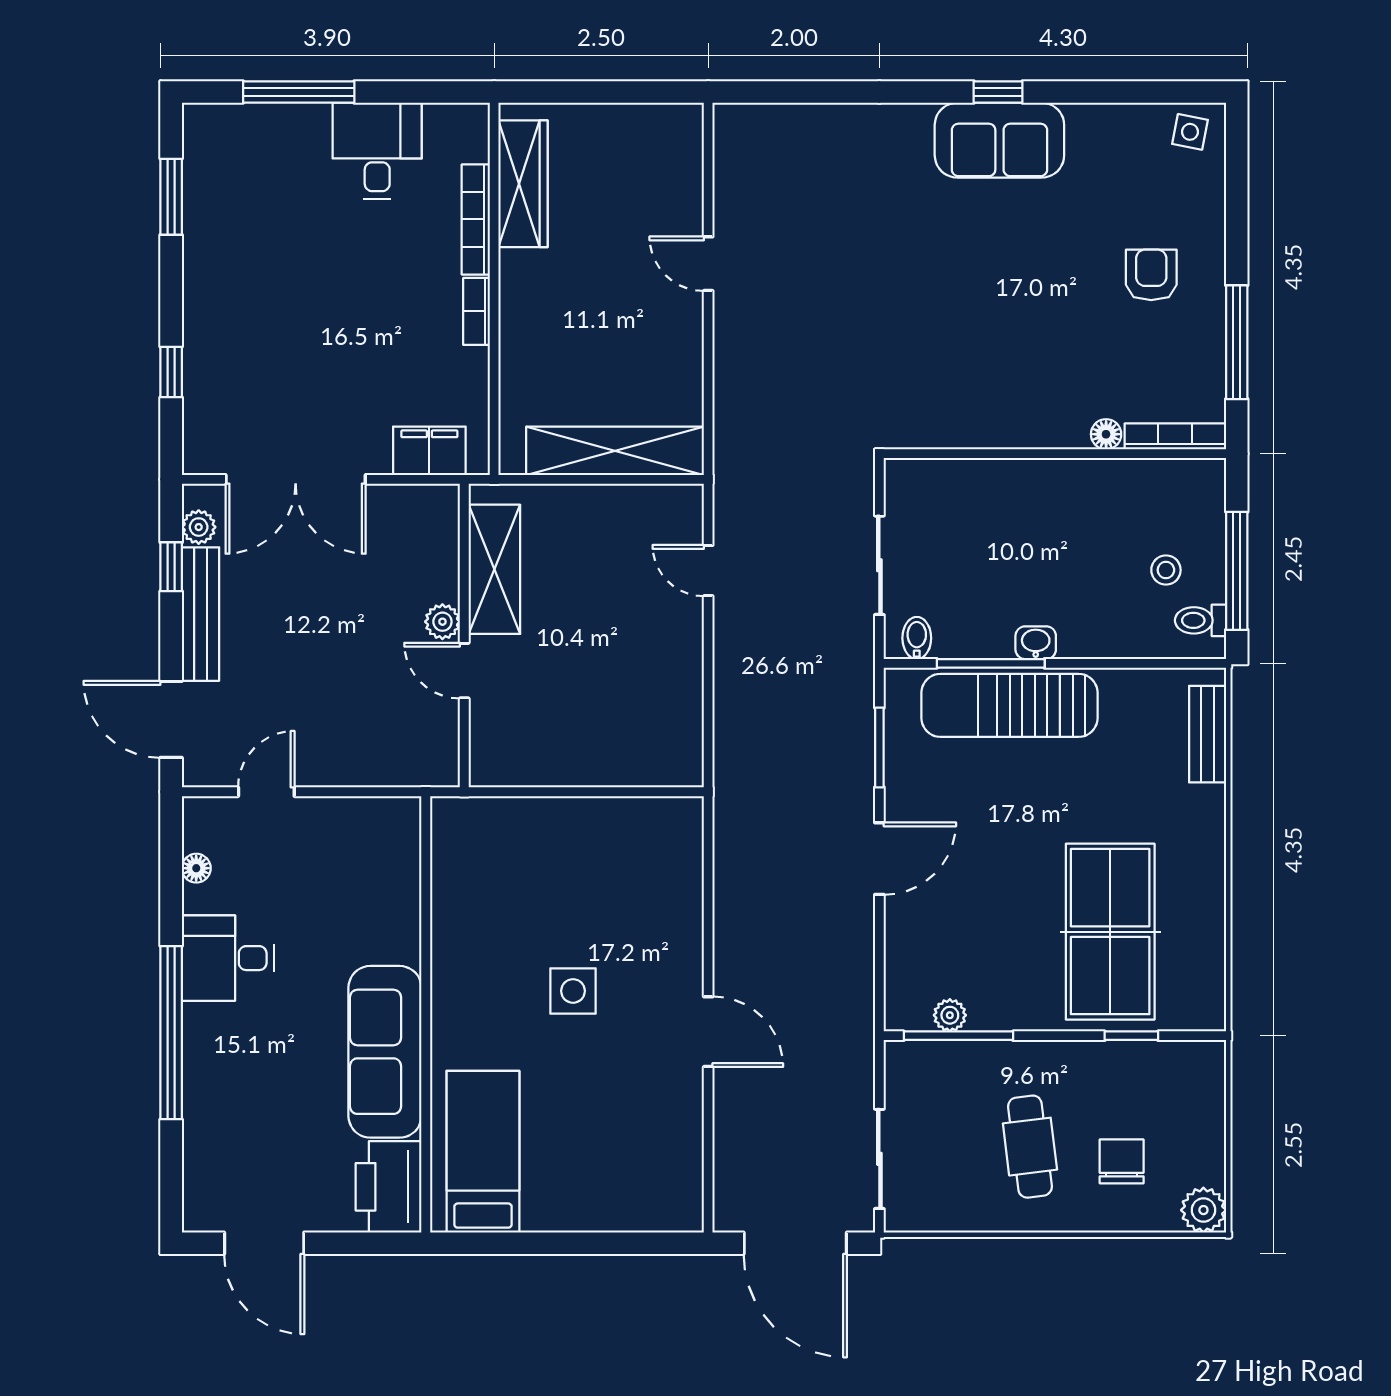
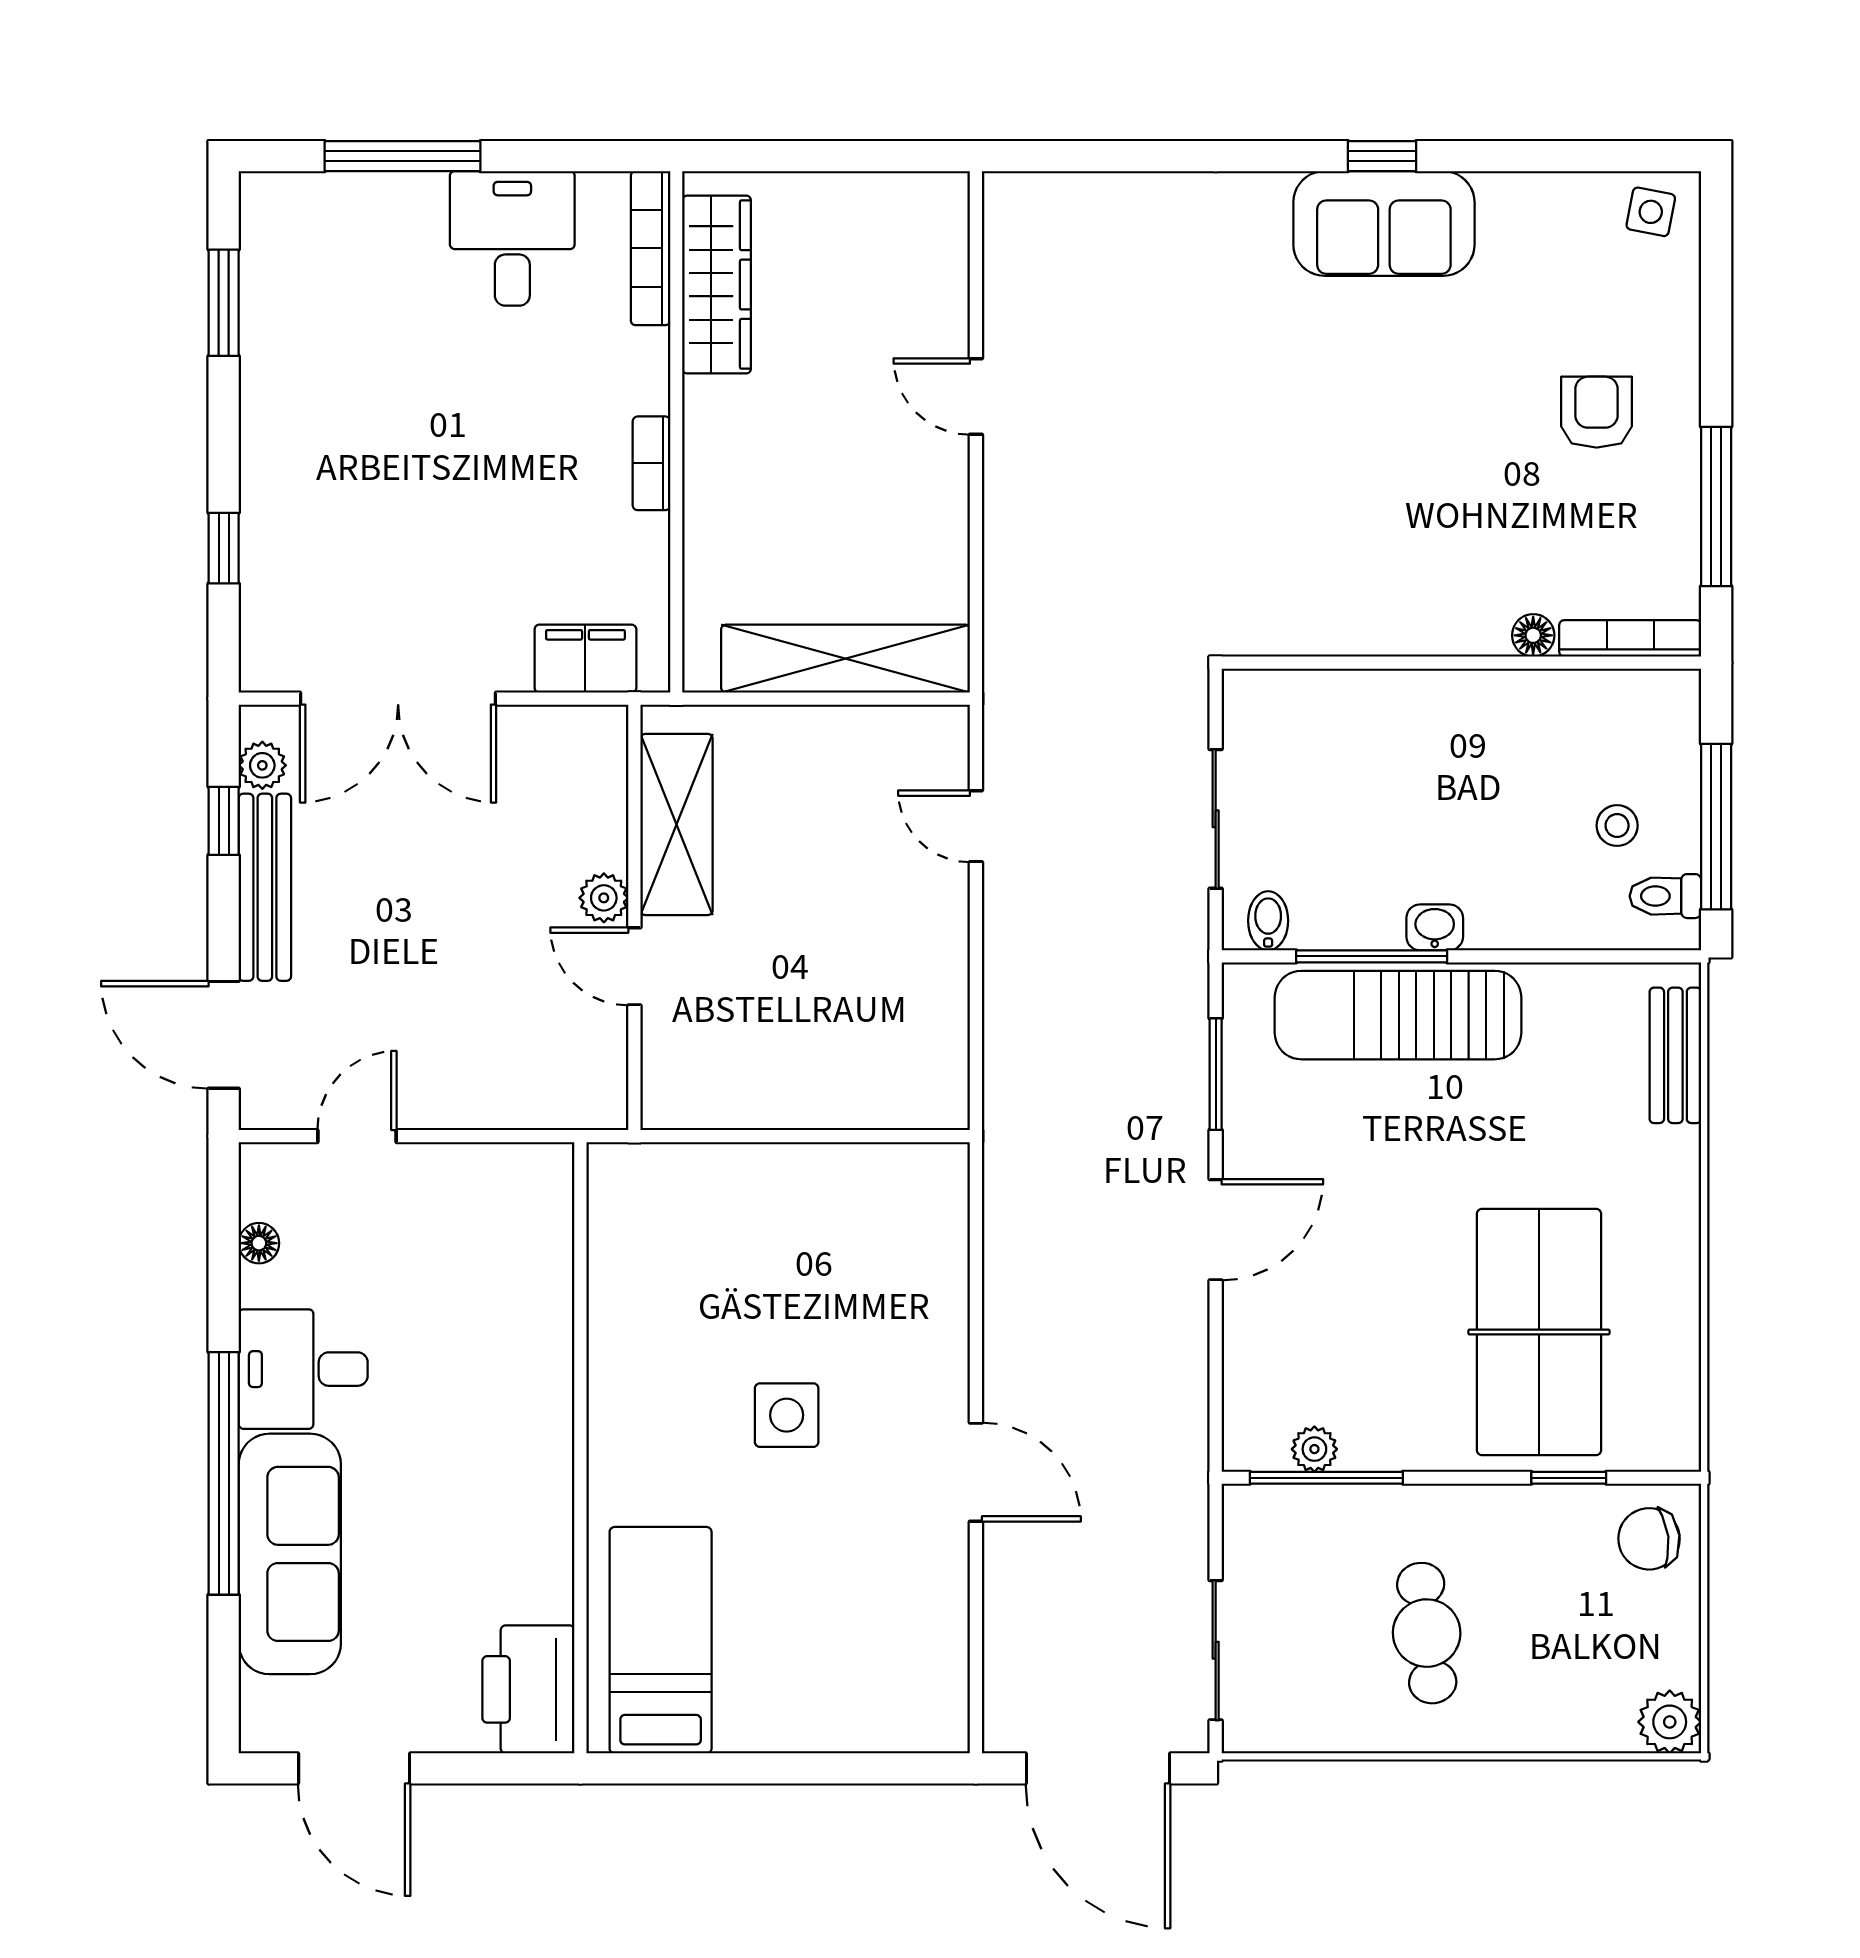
bookcase: (476, 219) -> (651, 248), moved
sofa: (385, 1052) -> (290, 1554), moved, turned 180
chair: (1122, 1161) -> (1649, 1539), moved, turned -97

